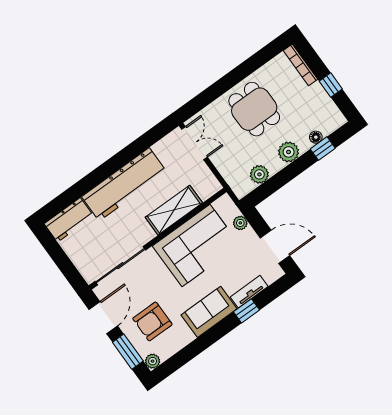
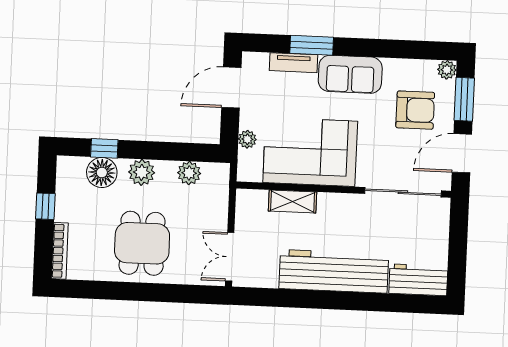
floor lamp: (316, 137) -> (102, 173), width x1.89, depth x1.89
shelving: (174, 210) -> (293, 201), width x0.67, depth x0.75
door: (275, 247) -> (231, 87), hinge flipped
window: (247, 311) -> (312, 45), width x1.50

